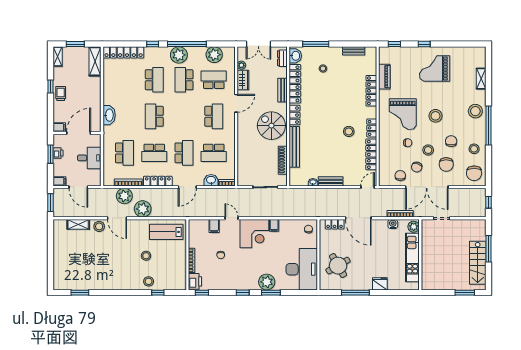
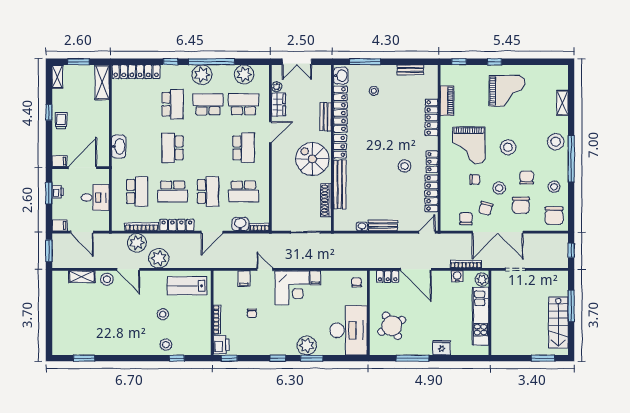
dresser: (282, 58) -> (326, 79), removed
grand piano: (435, 68) -> (507, 91), turned 180
school desk: (184, 80) -> (208, 104), turned 90

